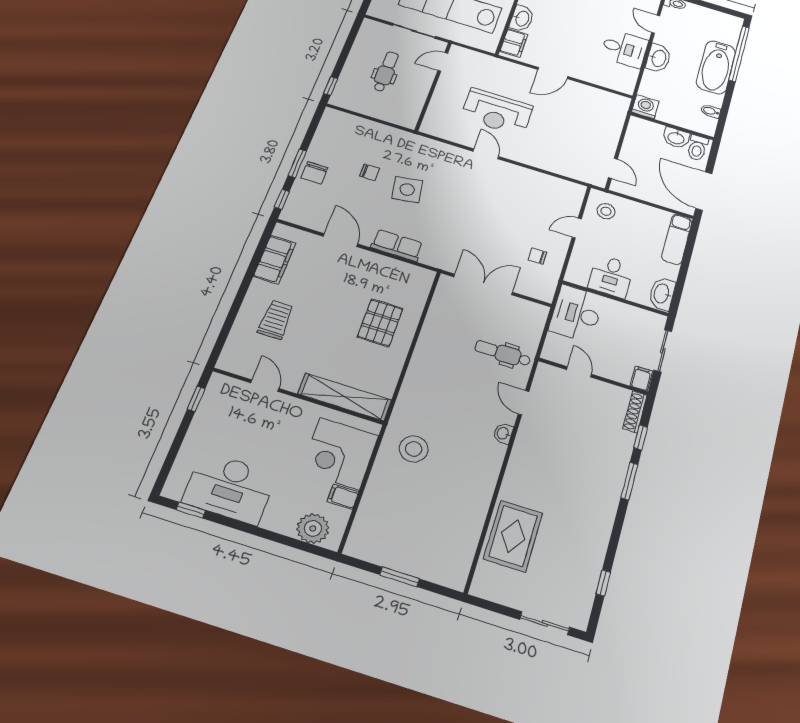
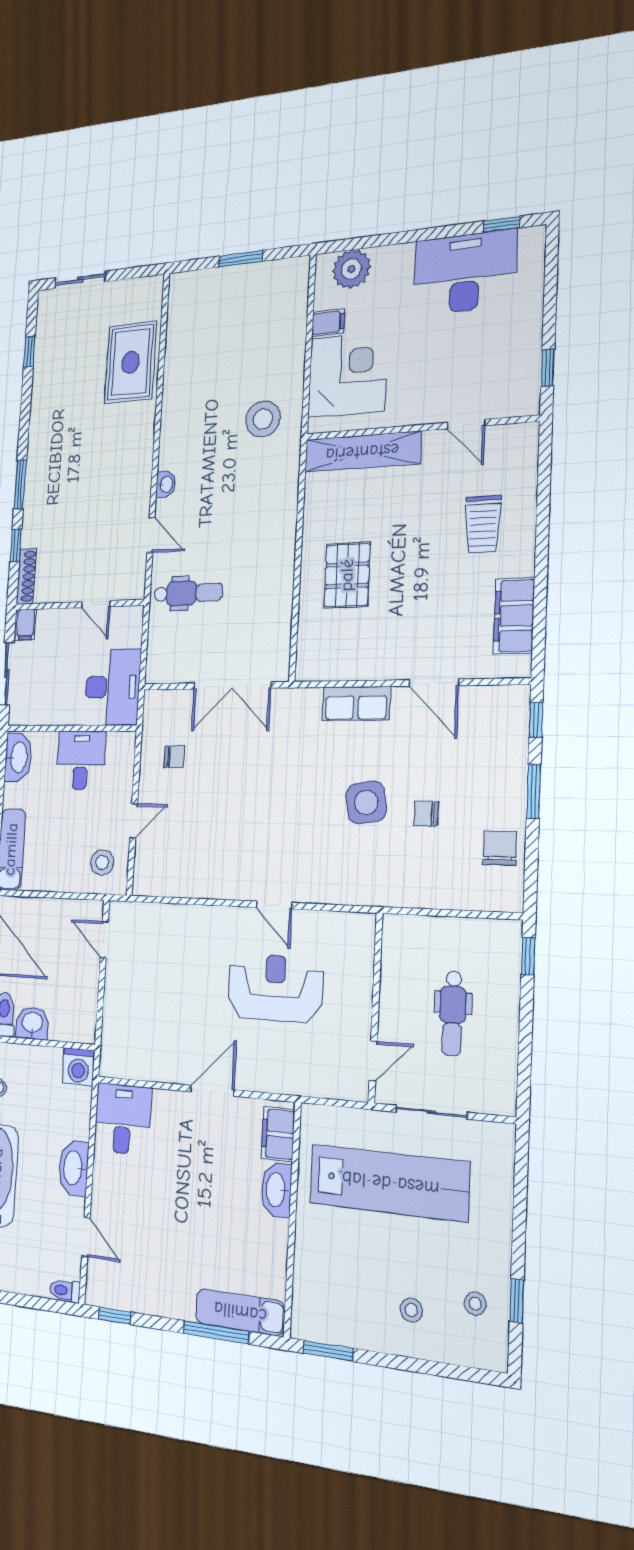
desk: (624, 49) -> (123, 1119), moved, turned 90
chair: (314, 173) -> (500, 848), moved

